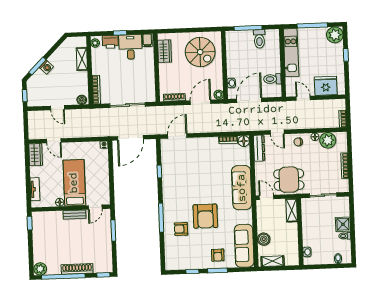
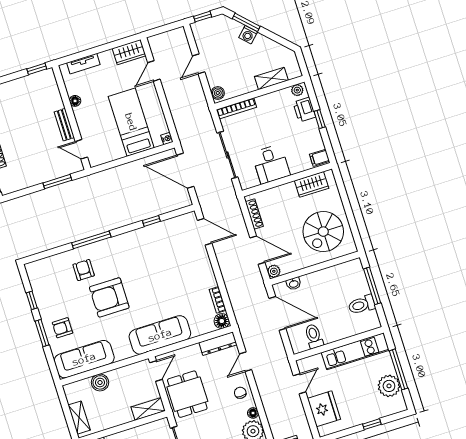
plant: (335, 35) -> (389, 386), moved
desk: (131, 47) -> (271, 164), moved, turned 90
bed: (74, 183) -> (131, 122), moved, turned -90
shelving: (273, 261) -> (79, 418), moved

